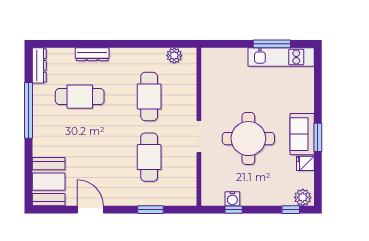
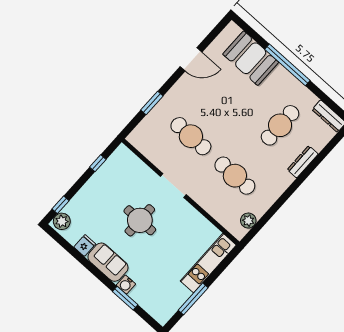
kitchen unit: (281, 57) -> (208, 263), moved
window: (29, 110) -> (287, 65), moved
window: (318, 137) -> (125, 298), moved
round table: (248, 139) -> (140, 220), width x0.73, depth x0.73
booth: (49, 182) -> (251, 58), moved
water cooler: (232, 199) -> (126, 285), moved, turned -90

